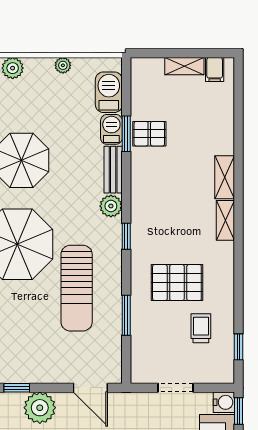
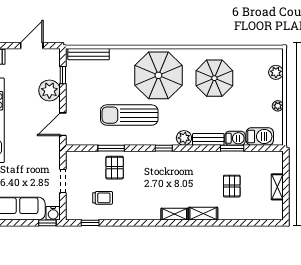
filing cabinet: (215, 69) -> (275, 207), removed
pallet: (149, 134) -> (232, 186), moved
pallet: (177, 283) -> (115, 168), moved, width x0.67, depth x0.71

